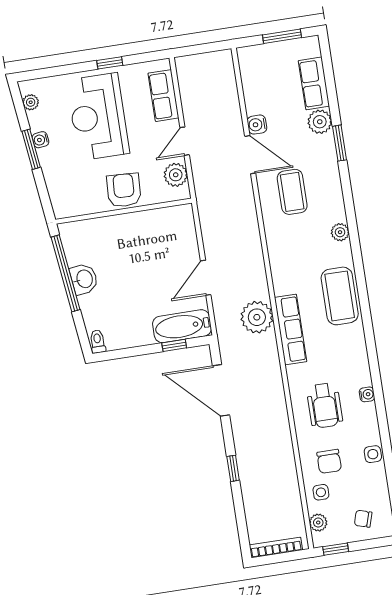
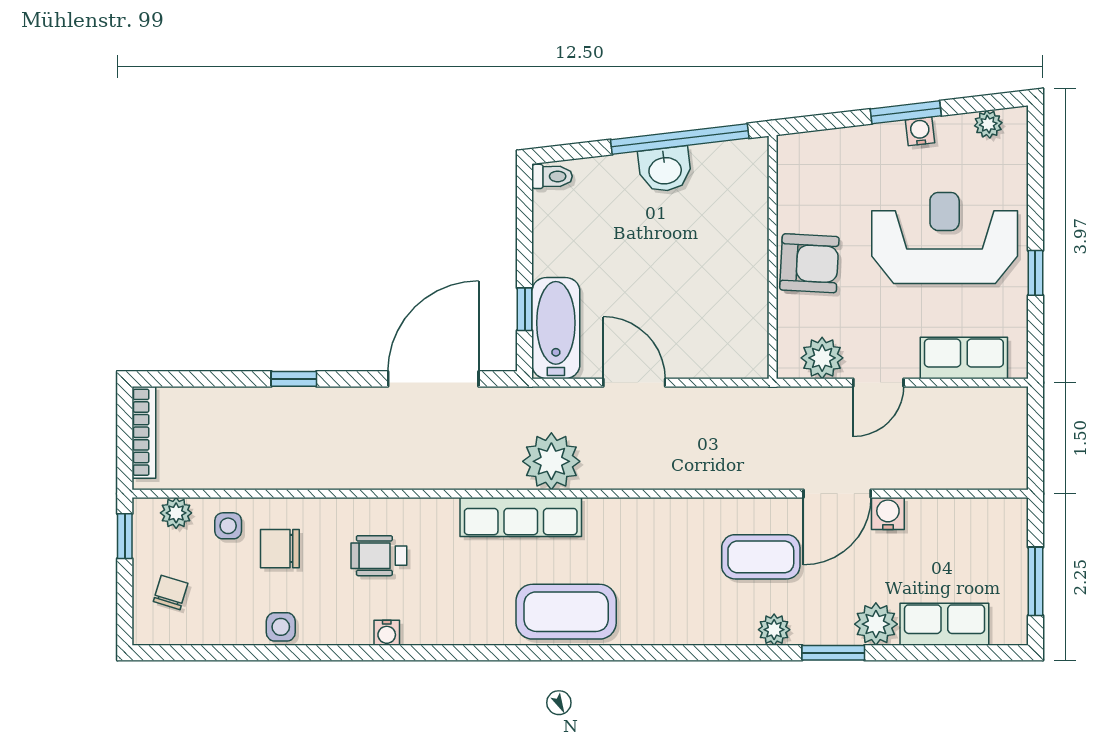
door: (185, 141) -> (878, 383), swing flipped
plant: (340, 232) -> (774, 630), moved
wheelchair: (325, 405) -> (379, 556), width x0.73, depth x0.73

